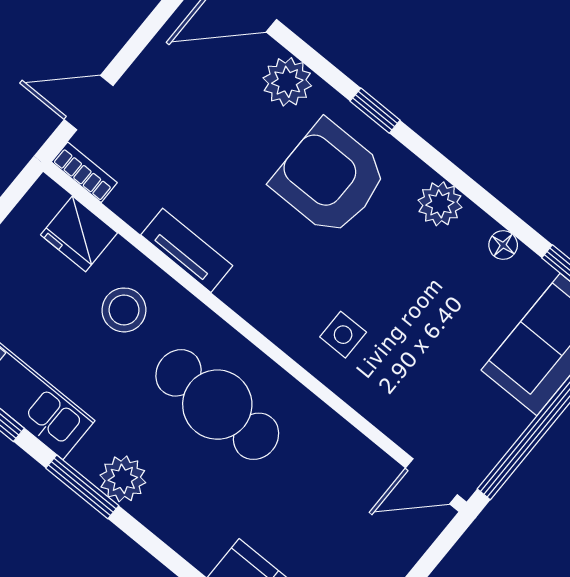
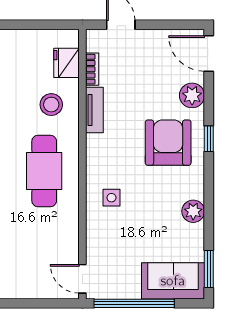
bookcase: (84, 172) -> (92, 69), moved
plant: (440, 204) -> (193, 211), moved
floor lamp: (503, 245) -> (197, 231), removed

